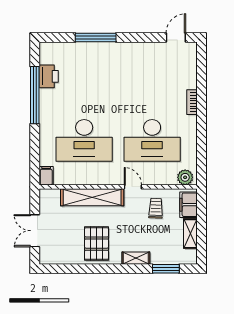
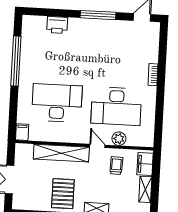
window: (96, 38) -> (98, 15), moved
printer: (49, 76) -> (57, 25), moved, turned 90
desk: (84, 140) -> (57, 103), turned 180
plant: (185, 177) -> (119, 139), moved

